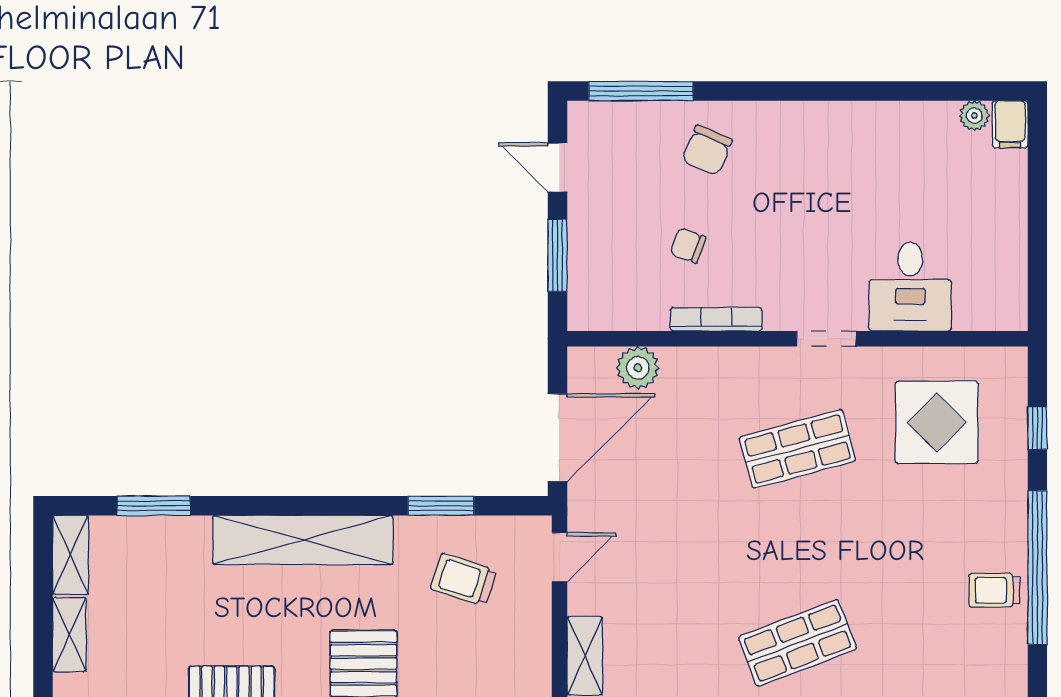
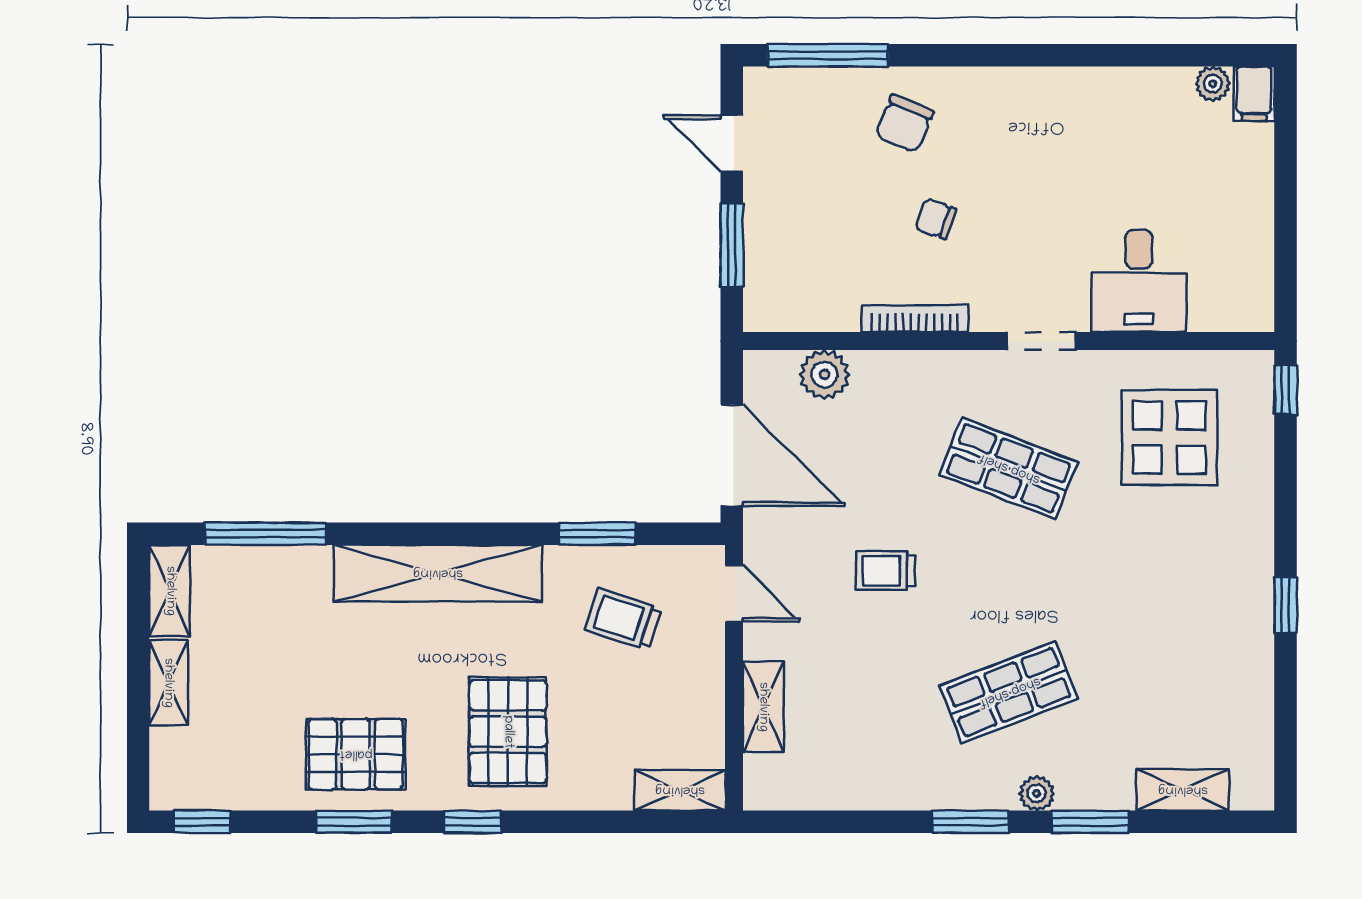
chair: (688, 245) -> (936, 219), moved
window: (1037, 428) -> (1286, 390), moved
door: (558, 438) -> (732, 455), hinge flipped
shop shelf: (797, 449) -> (1009, 468), turned 36
window: (154, 506) -> (266, 534), width x1.44
door: (559, 557) -> (734, 593), hinge flipped
window: (1037, 568) -> (1286, 605), width x0.32
trolley: (994, 590) -> (885, 571), moved

